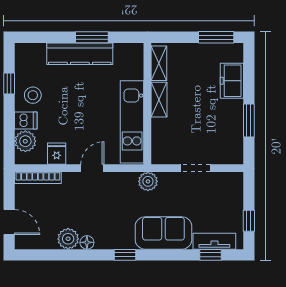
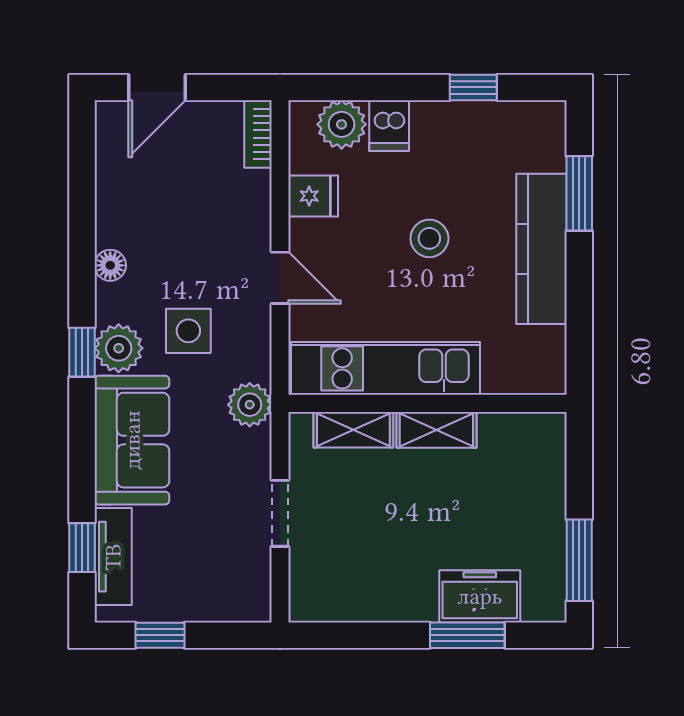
window: (92, 37) -> (579, 193), moved
shelving: (159, 63) -> (353, 430), moved
stool: (33, 95) -> (429, 238), moved
window: (249, 121) -> (467, 635), moved
bookcase: (38, 178) -> (258, 134), width x0.64
side table: (116, 208) -> (188, 331), added
plant: (68, 239) -> (119, 348), moved

